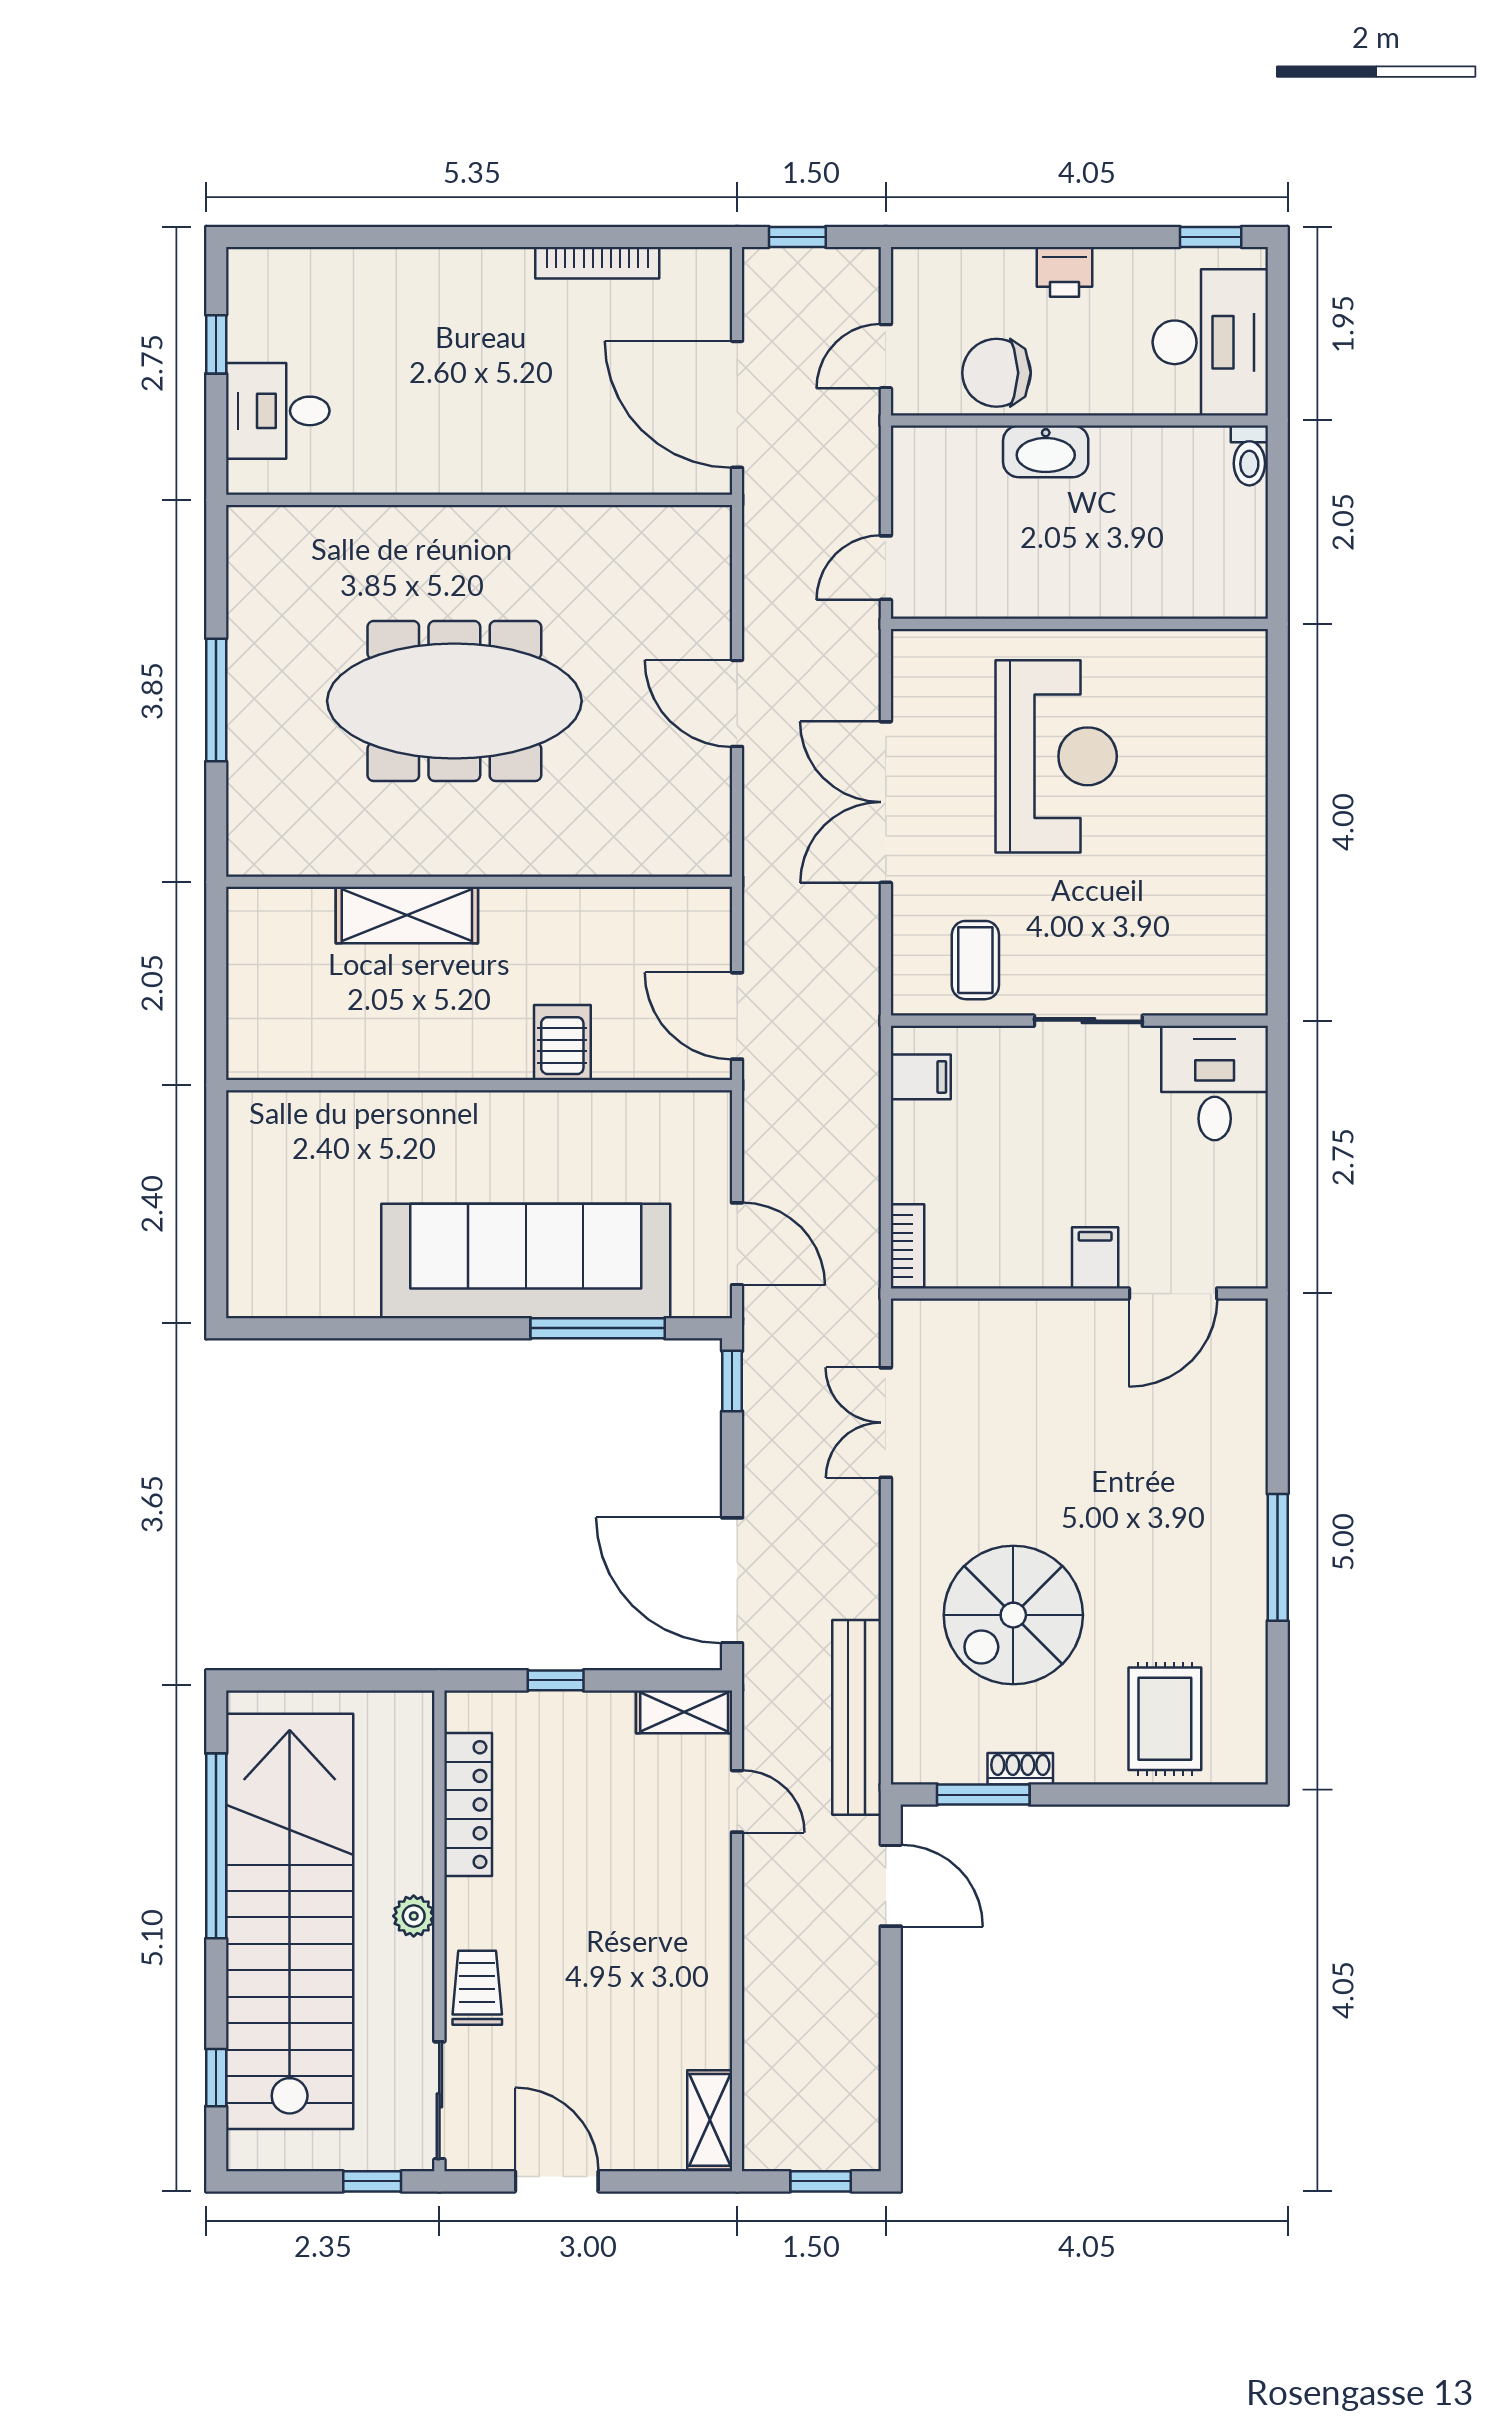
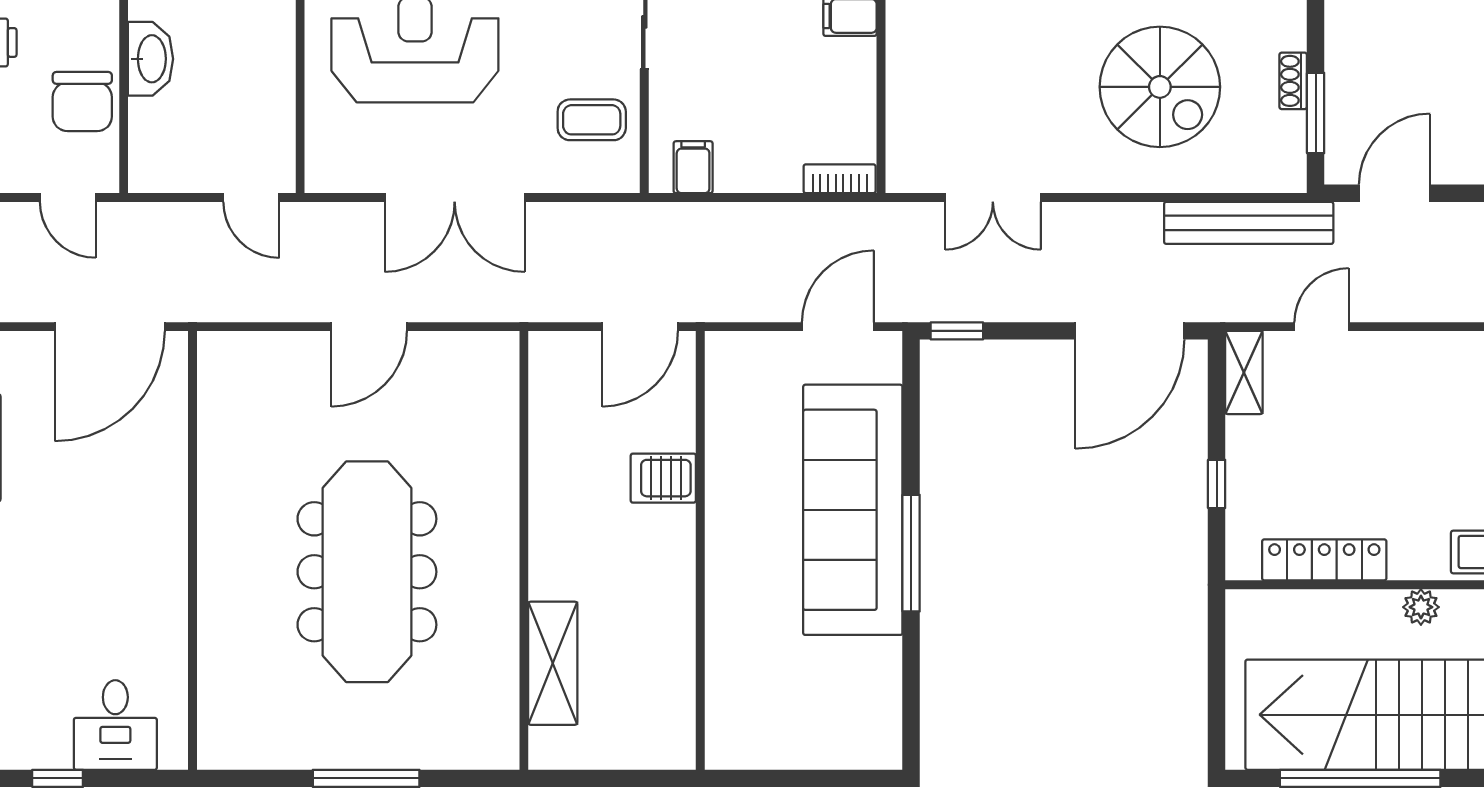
shelving: (407, 915) -> (553, 663), moved
window: (598, 1328) -> (911, 553), moved

